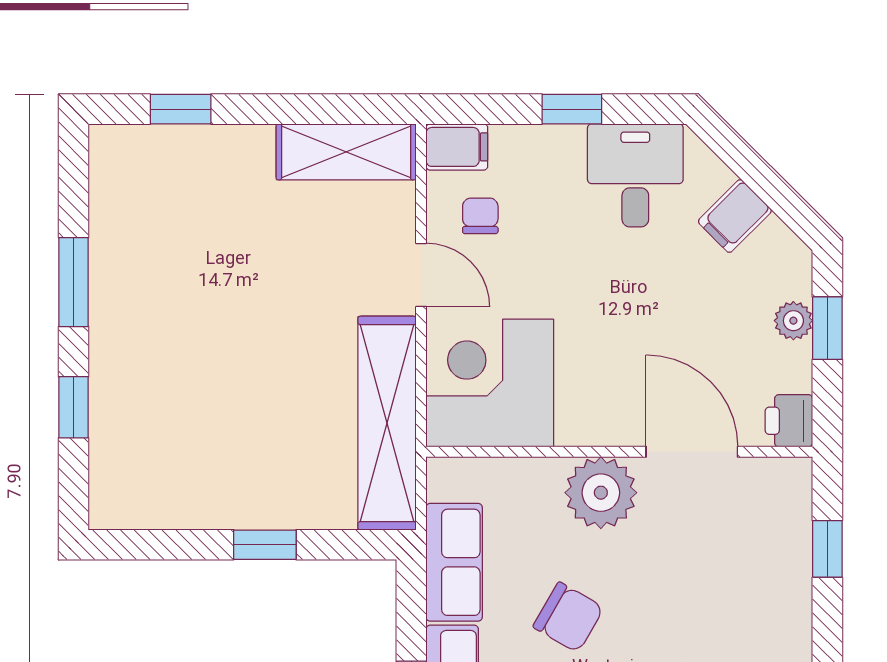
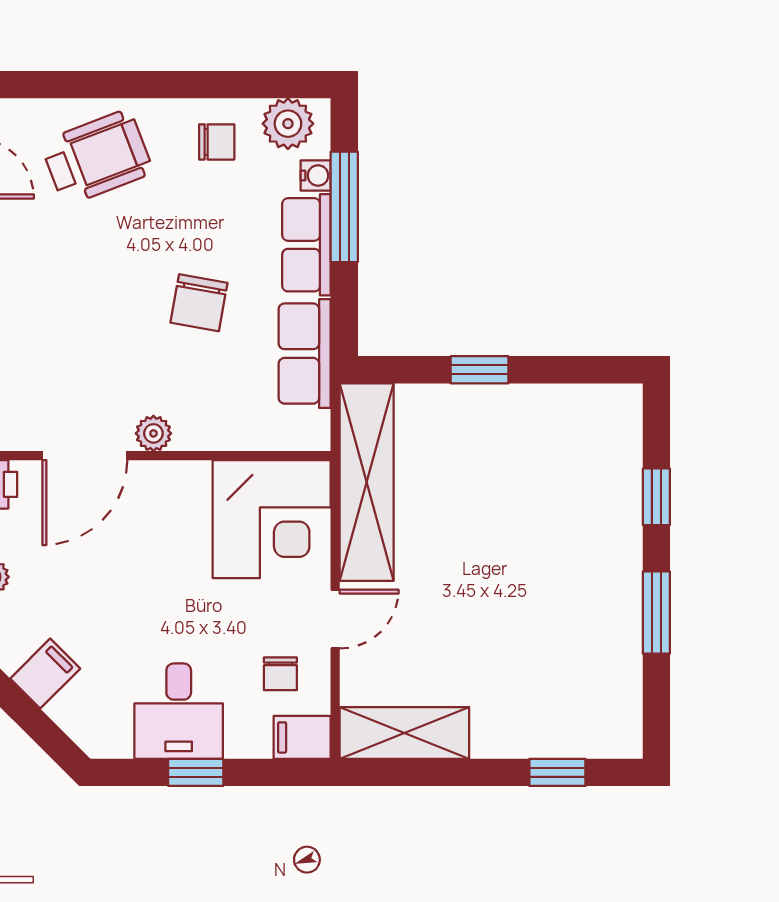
desk: (635, 175) -> (179, 711), moved
door: (421, 275) -> (335, 619), swing flipped
door: (692, 452) -> (85, 456), hinge flipped
plant: (601, 493) -> (153, 433), width x0.53, depth x0.53
chair: (568, 617) -> (199, 303), turned -110

